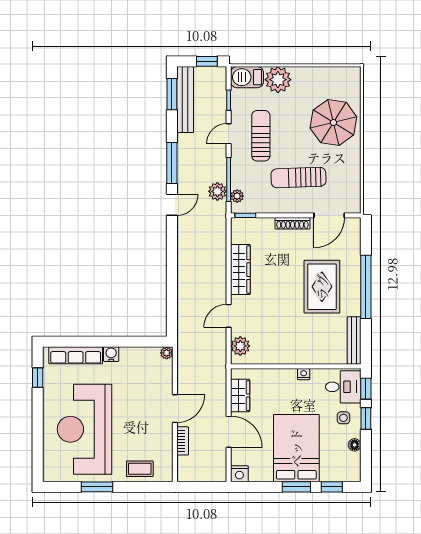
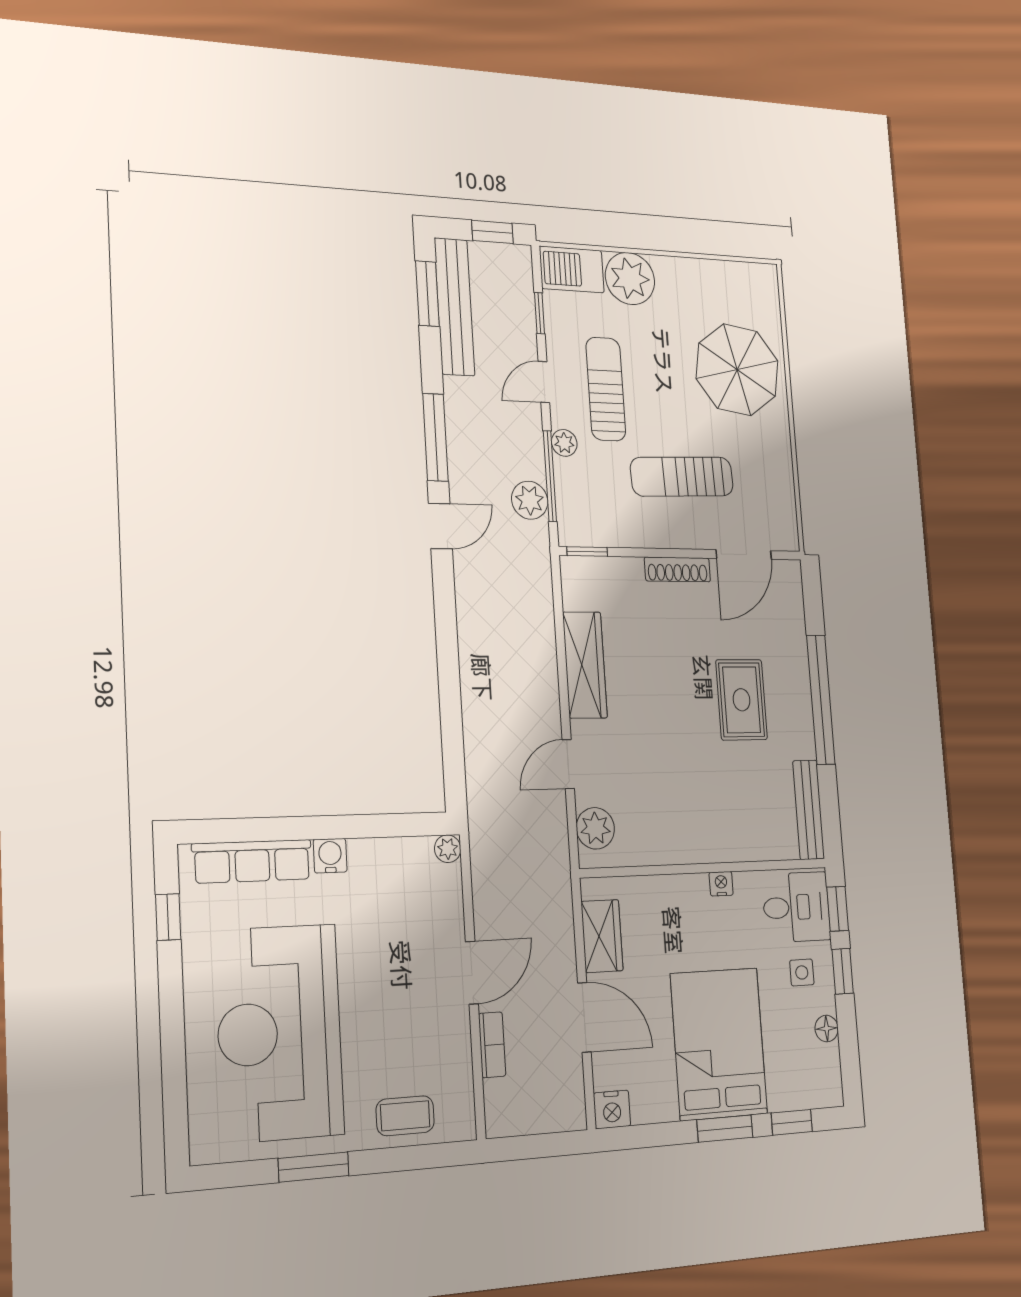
plant: (237, 196) -> (564, 443), moved
rug: (322, 287) -> (742, 700), width x0.73, depth x0.70

